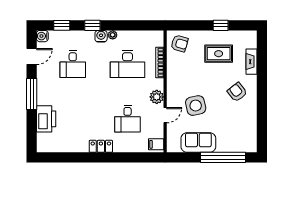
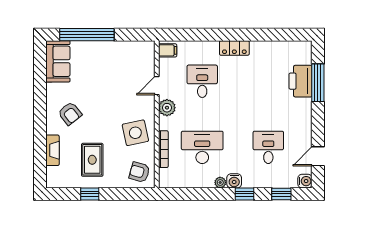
rug: (219, 54) -> (92, 160), turned 90
window: (32, 94) -> (318, 83), moved
side table: (196, 106) -> (135, 133), moved
sofa: (198, 143) -> (58, 61), moved, turned -90

